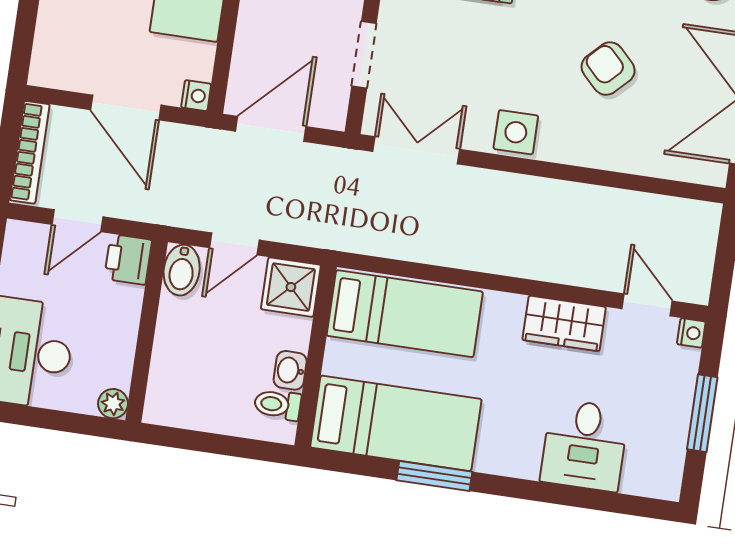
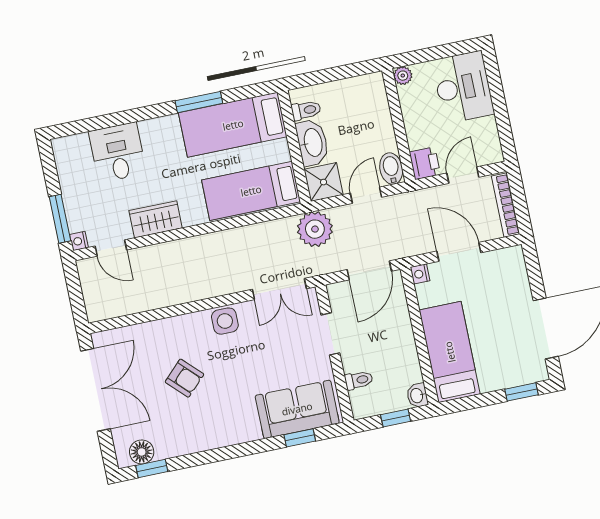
plant: (330, 221) -> (315, 229), added
washbasin: (290, 370) -> (312, 143), width x1.91, depth x1.45
window: (702, 413) -> (60, 219), moved

